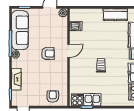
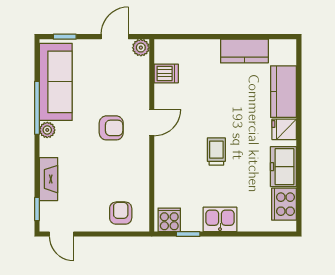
kitchen sink: (92, 100) -> (220, 219), moved

